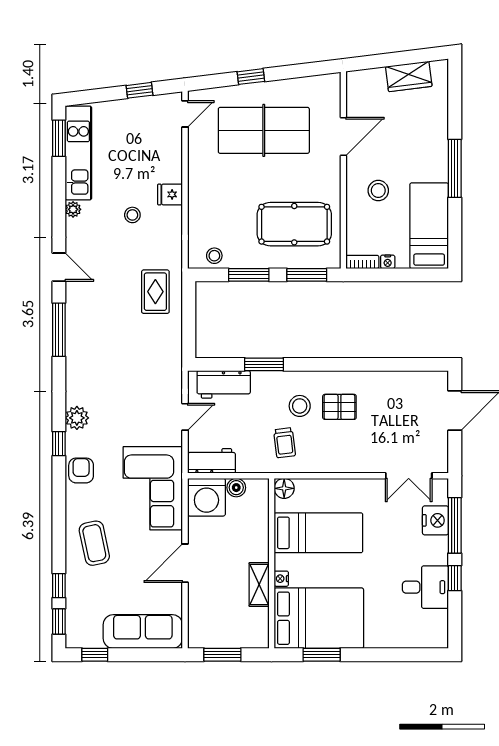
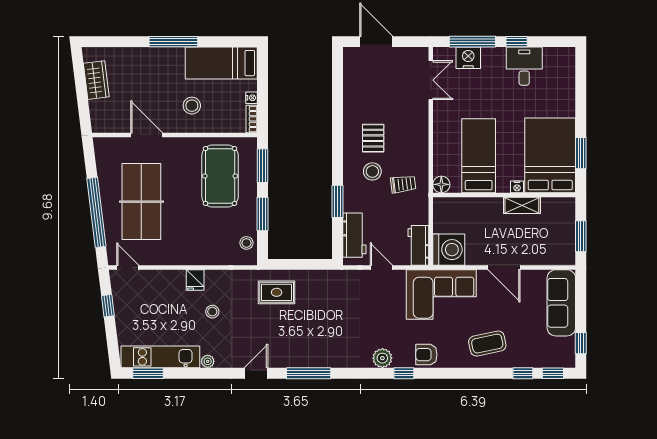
window: (251, 77) -> (96, 212), width x3.17
boiler: (236, 488) -> (441, 225), removed

